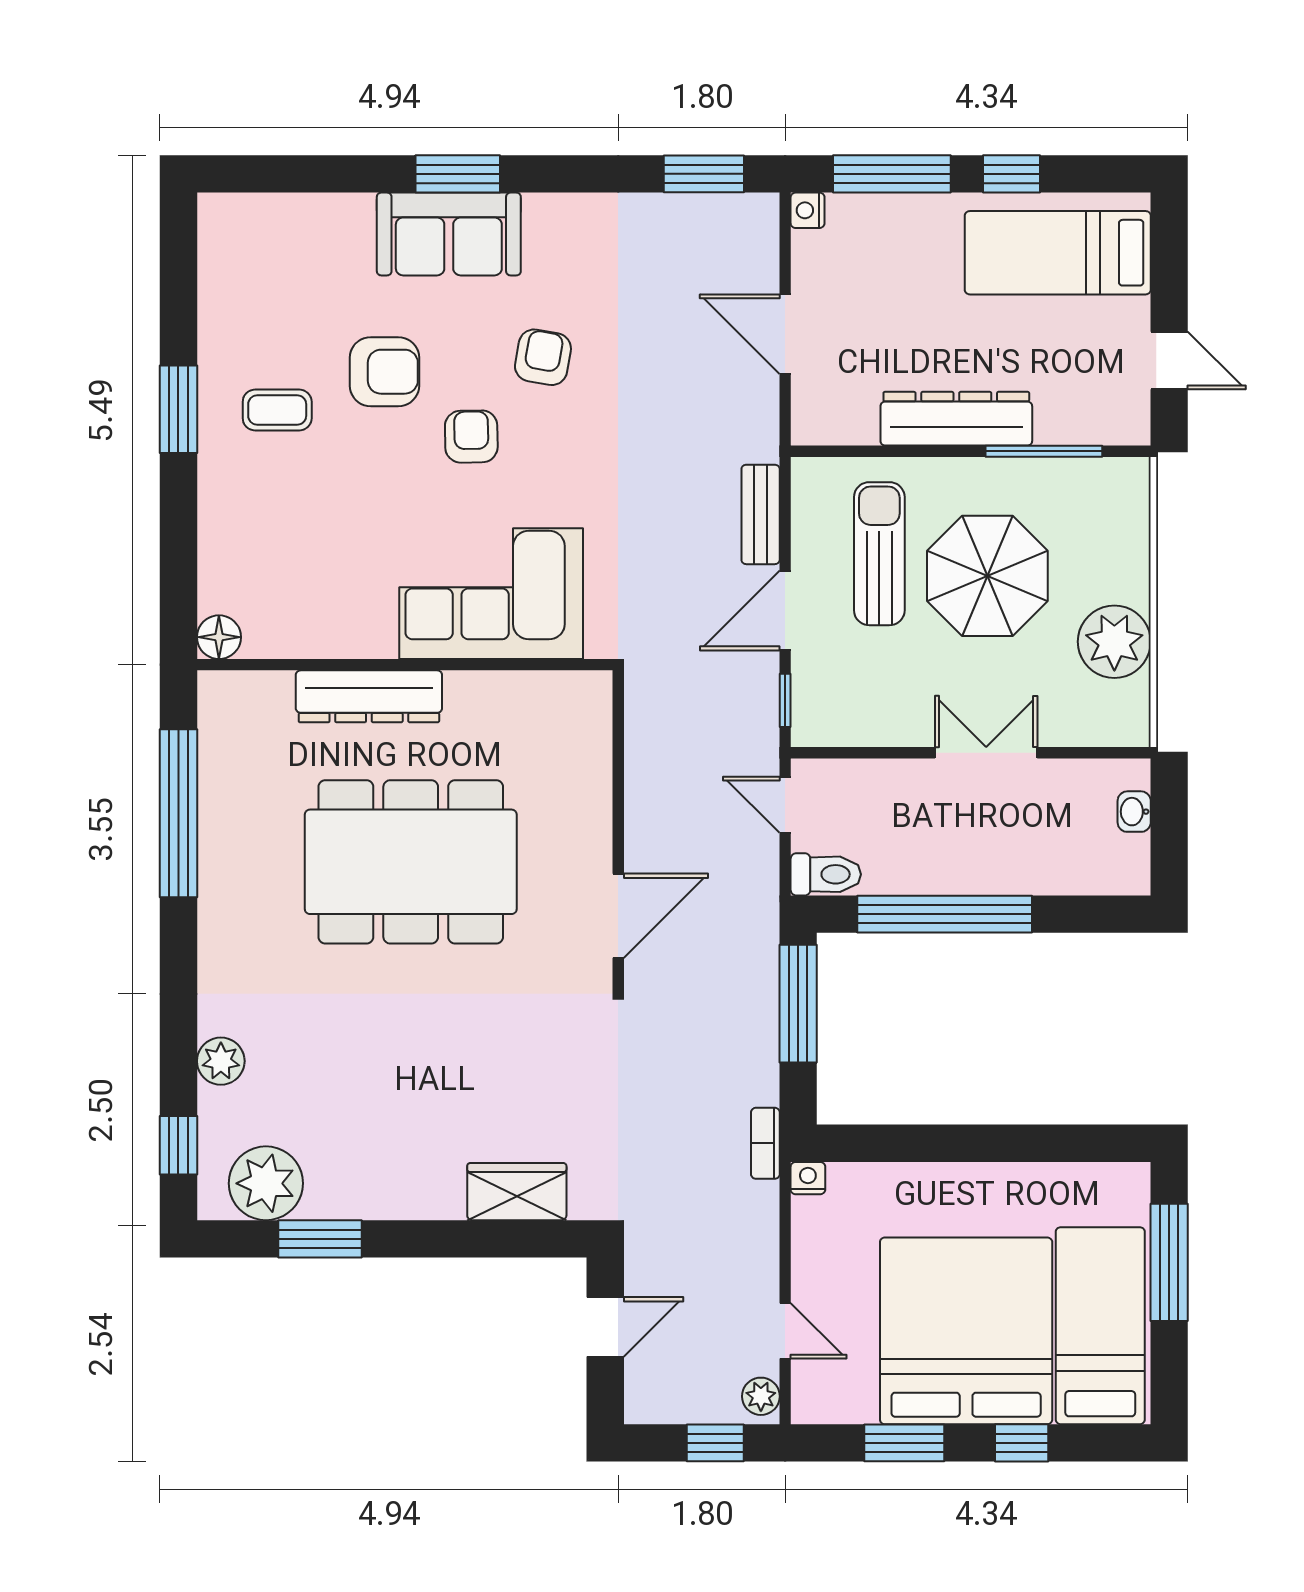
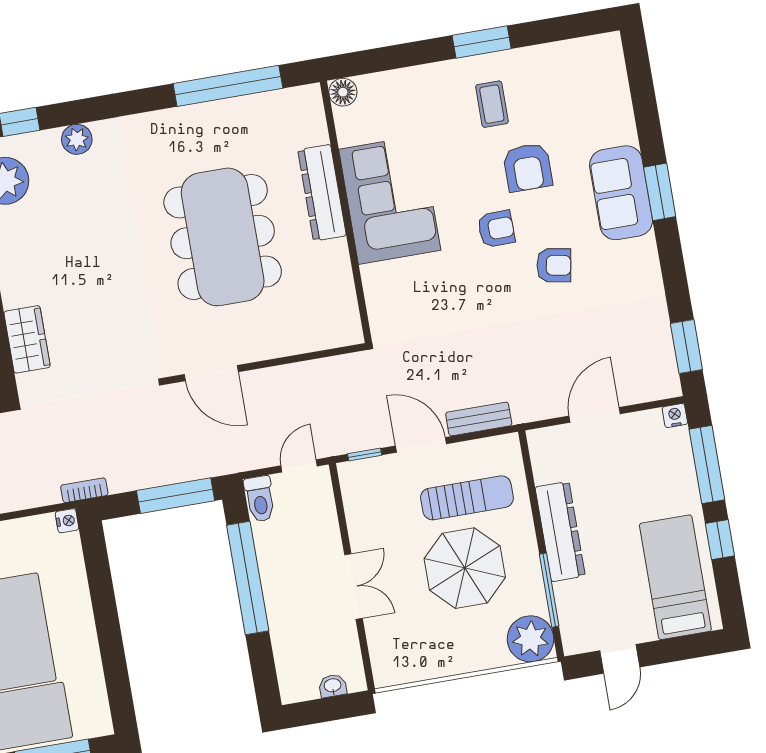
corner sofa: (491, 594) -> (390, 200), moved
plant: (1114, 642) -> (530, 639), moved

